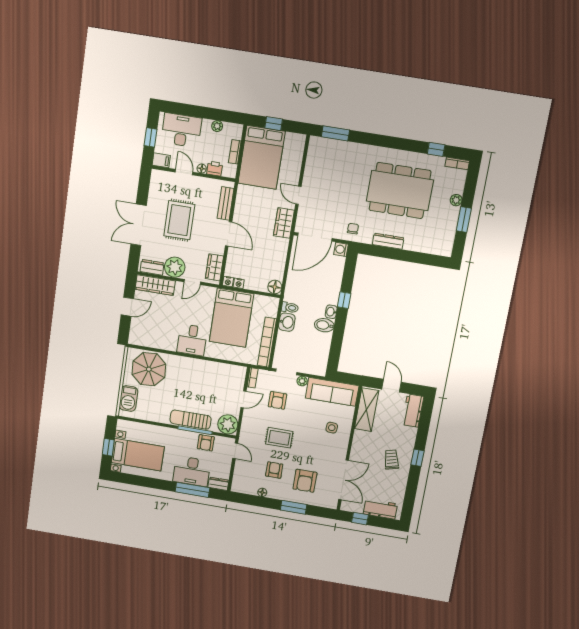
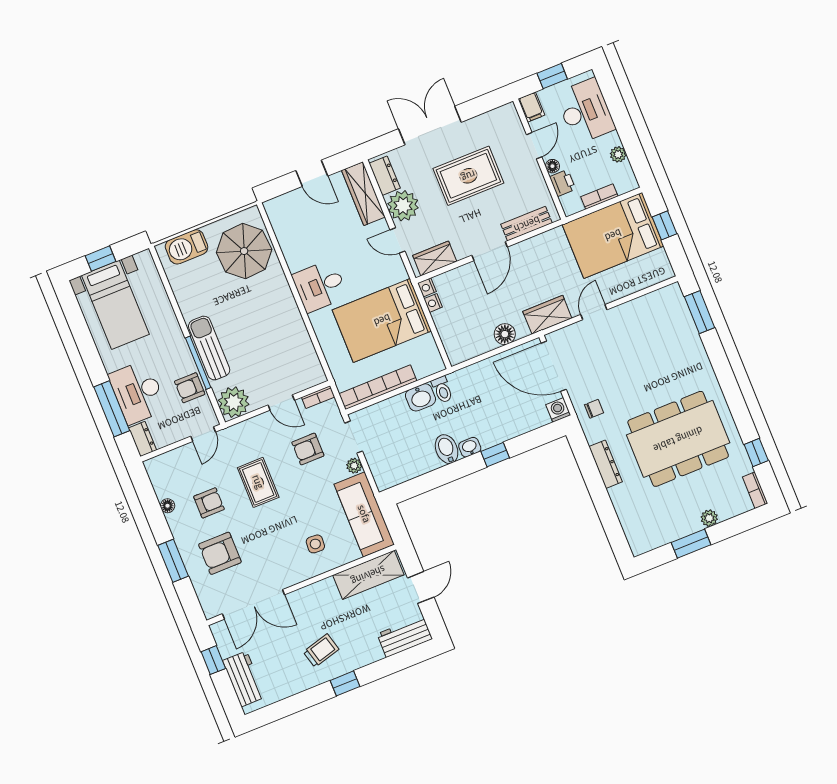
dining table: (400, 191) -> (678, 439), turned 90
floor lamp: (275, 287) -> (505, 334), moved

